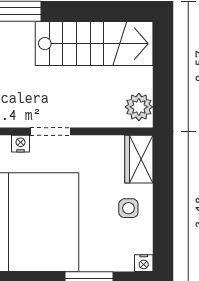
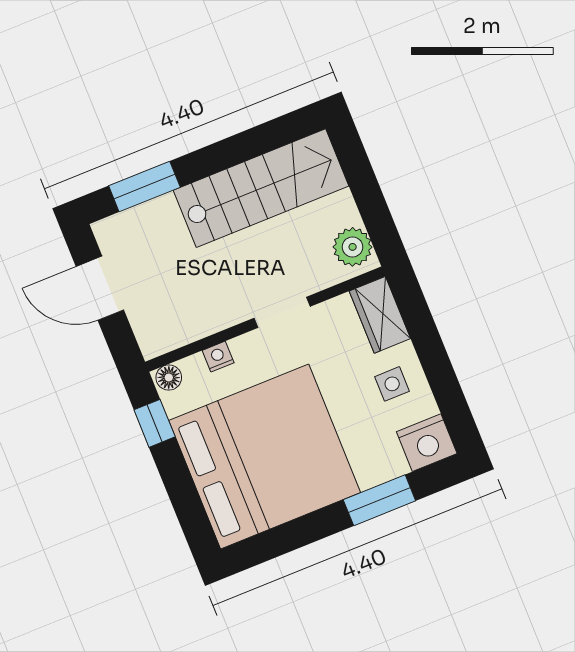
doorway: (50, 131) -> (282, 312), moved
nightstand: (144, 263) -> (427, 443), width x1.89, depth x1.79

